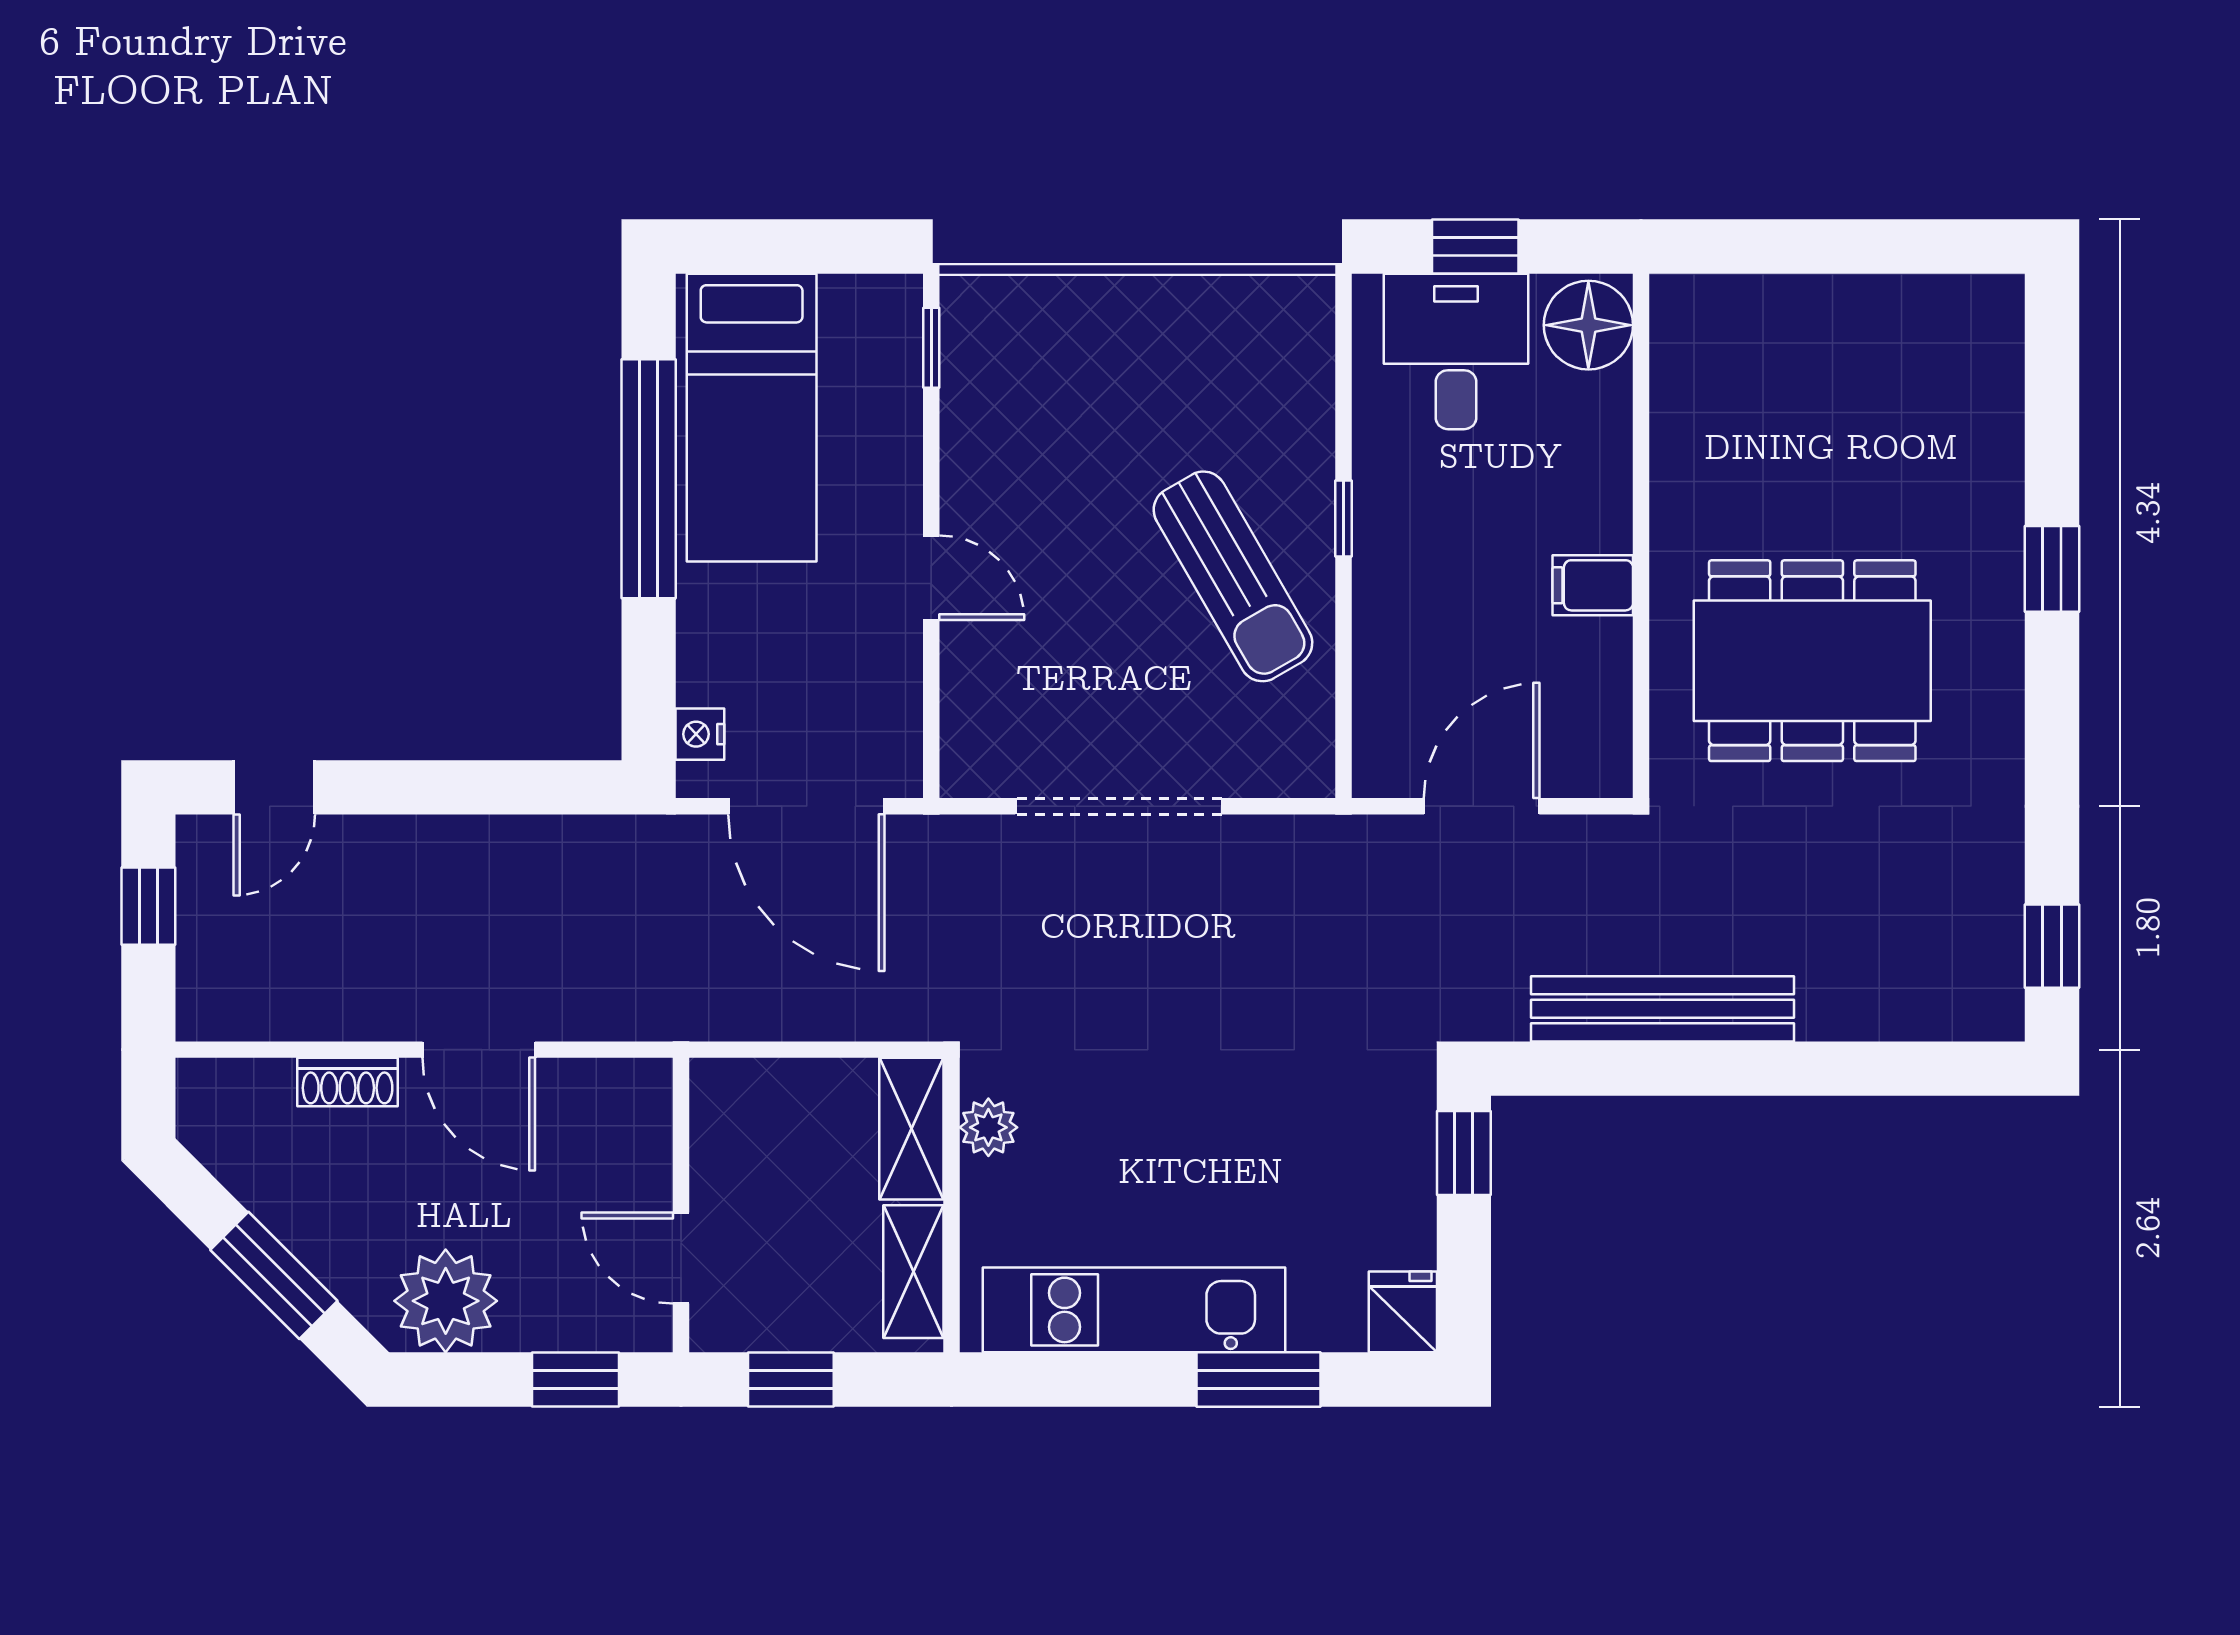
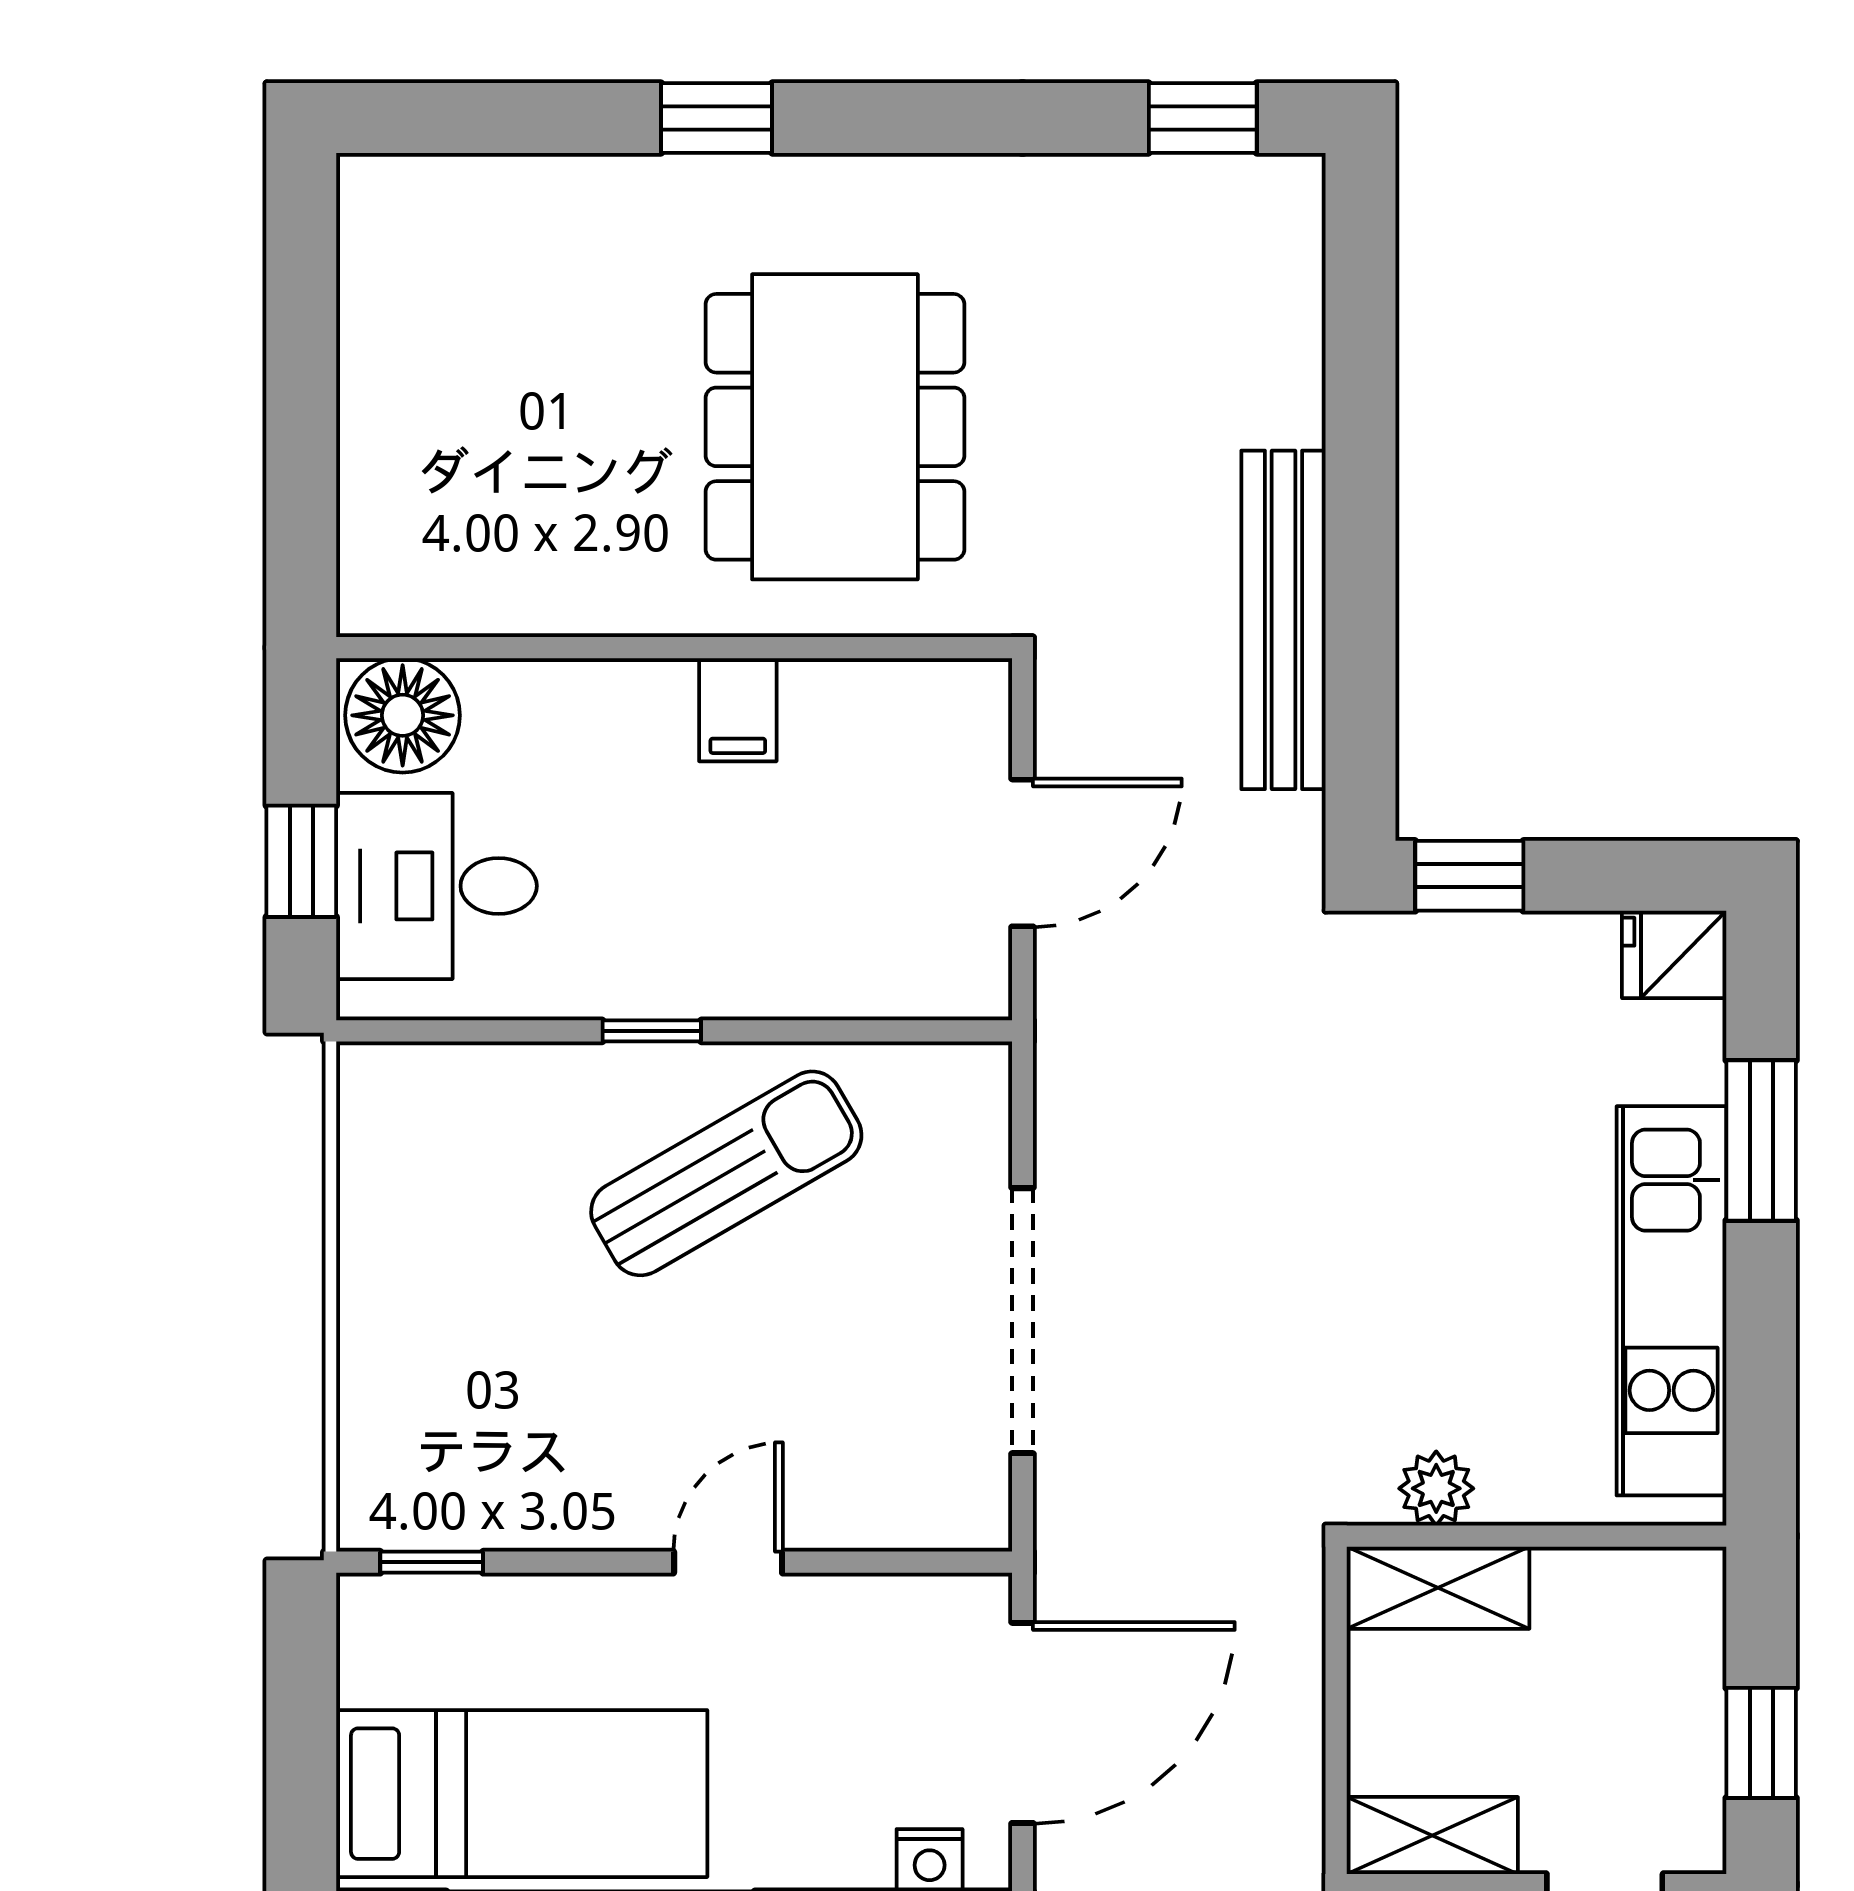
door: (1482, 806) -> (1022, 853), swing flipped
shelving: (913, 1272) -> (1432, 1835), moved

